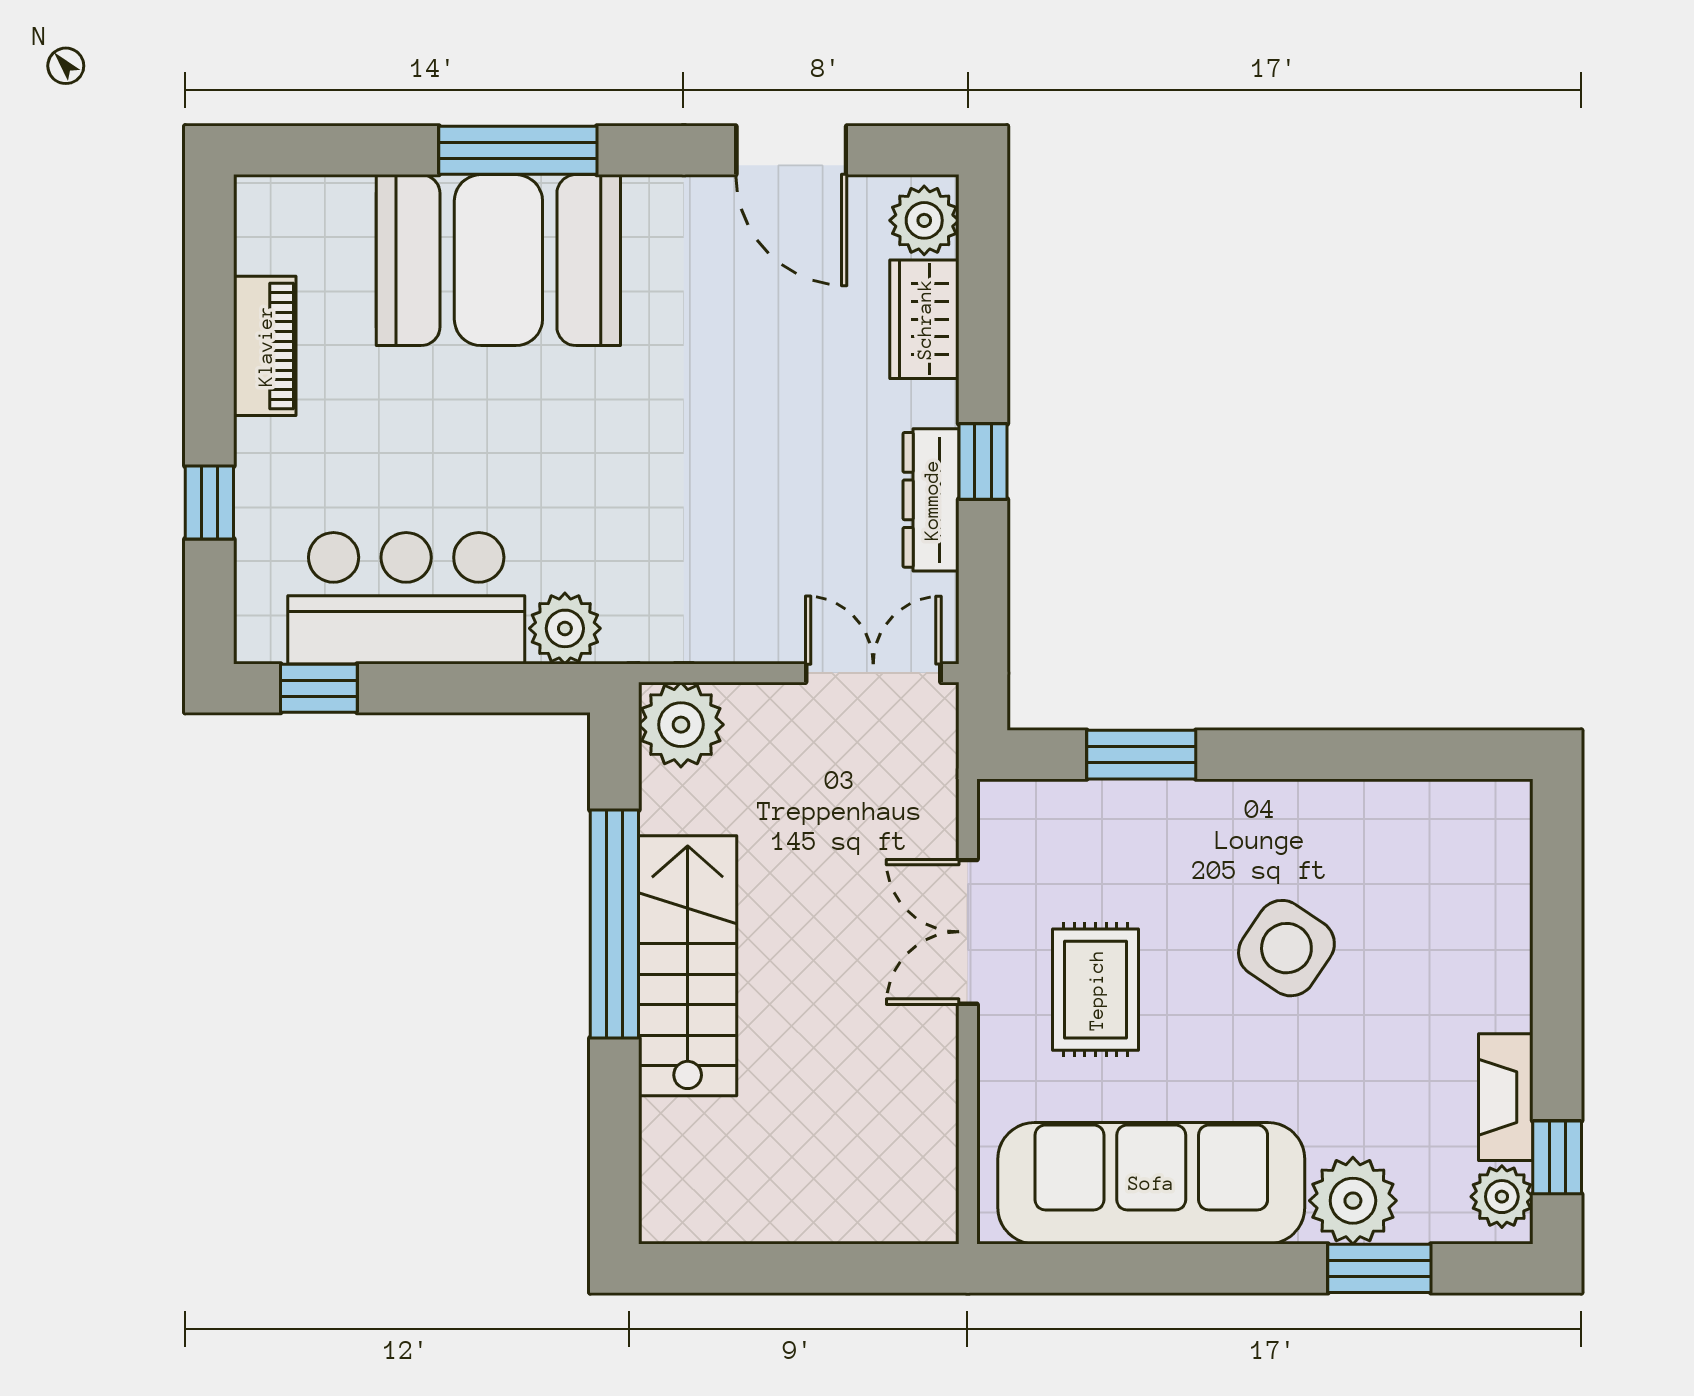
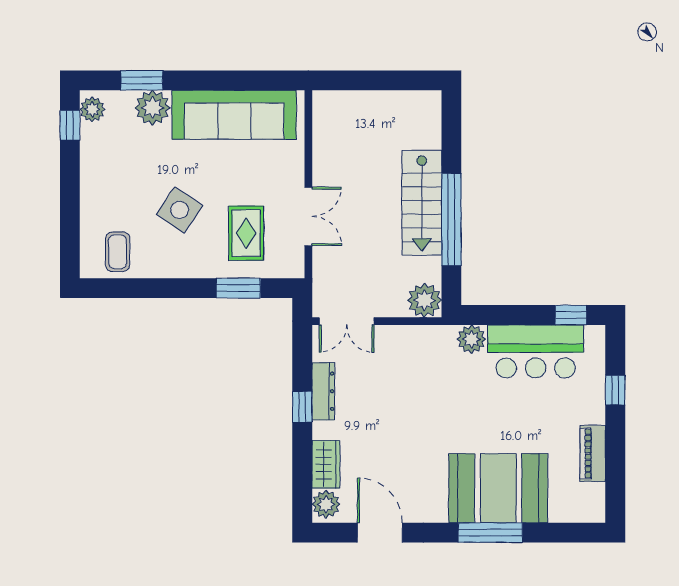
coffee table: (1439, 845) -> (118, 252), added
rug: (1096, 990) -> (246, 233), moved
fireplace: (1506, 1097) -> (91, 150), removed

